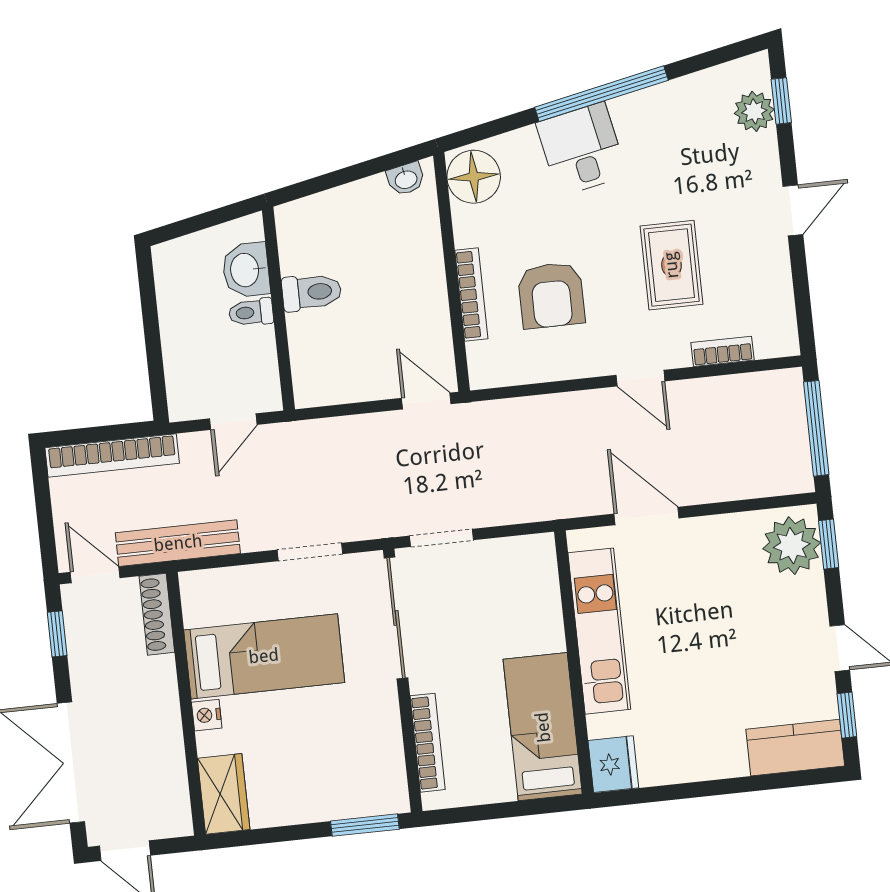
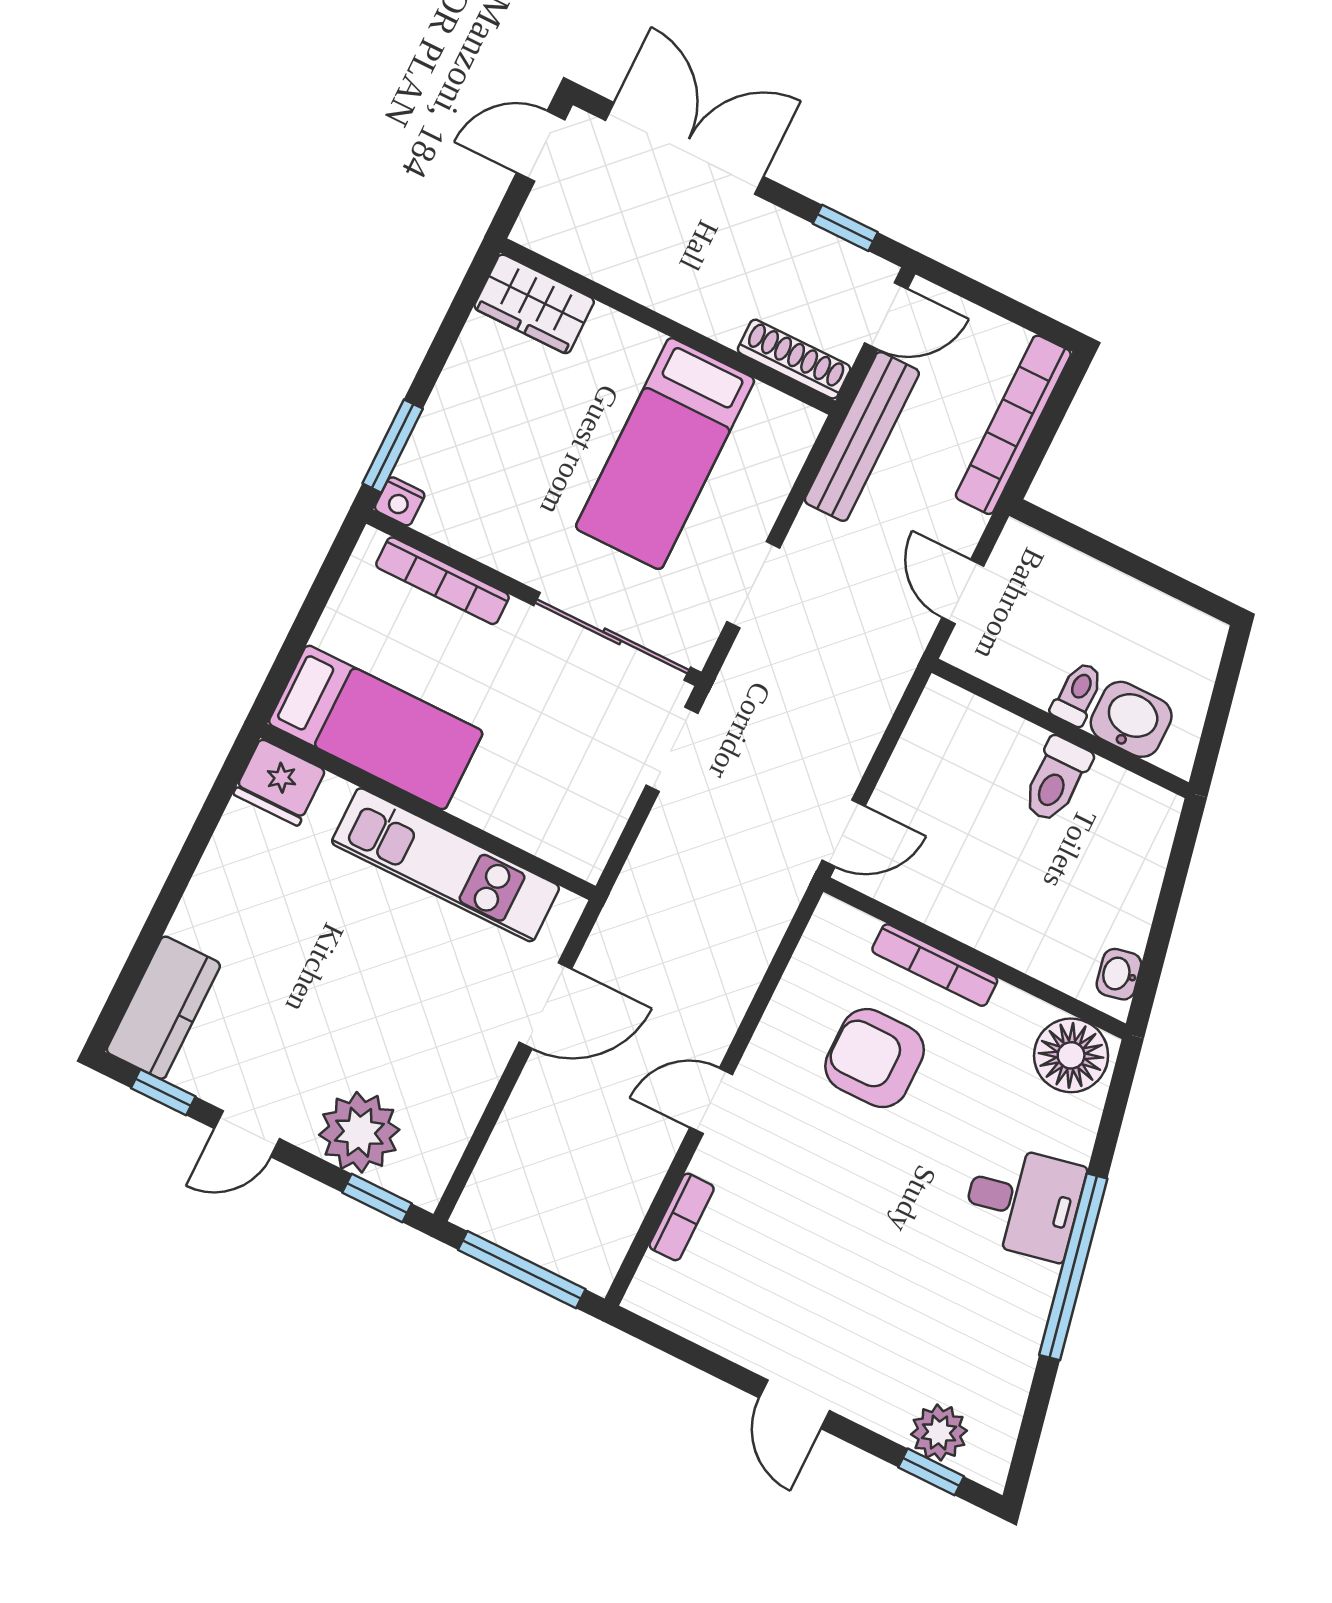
rug: (671, 265) -> (820, 1221), removed
plant: (792, 546) -> (359, 1132), moved
nightstand: (207, 715) -> (400, 501), moved, turned 180

